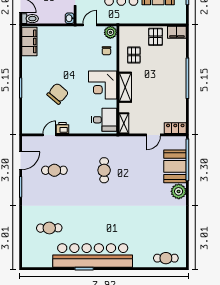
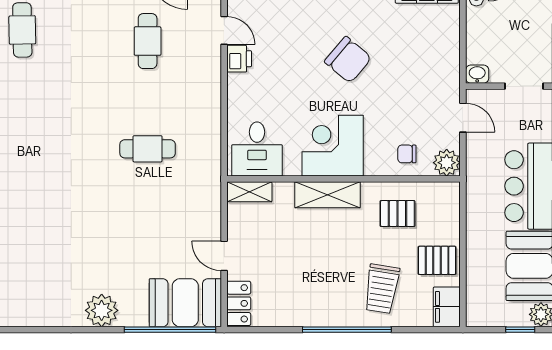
trolley: (169, 62) -> (382, 289), added
chair: (58, 94) -> (348, 60), moved
booth: (175, 166) -> (185, 303), moved

